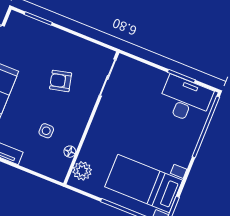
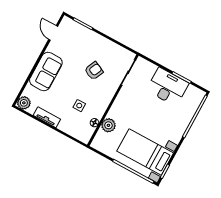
armchair: (61, 81) -> (94, 71), turned 128
desk: (185, 100) -> (168, 87), moved
plant: (82, 171) -> (108, 125), moved

